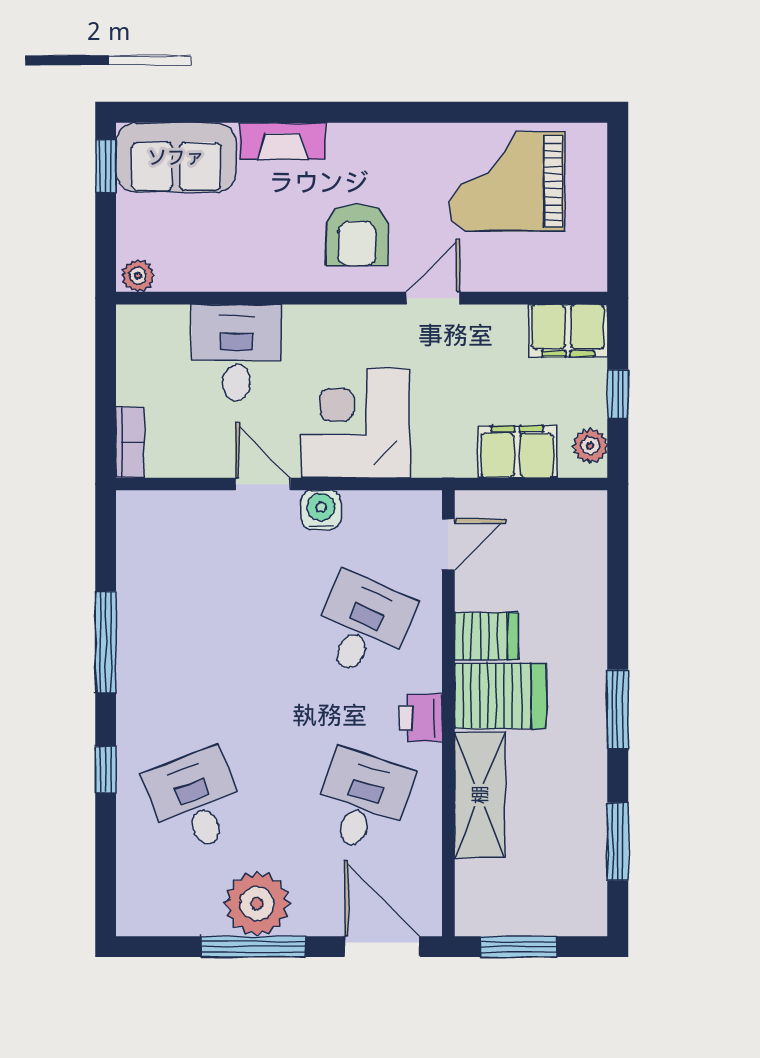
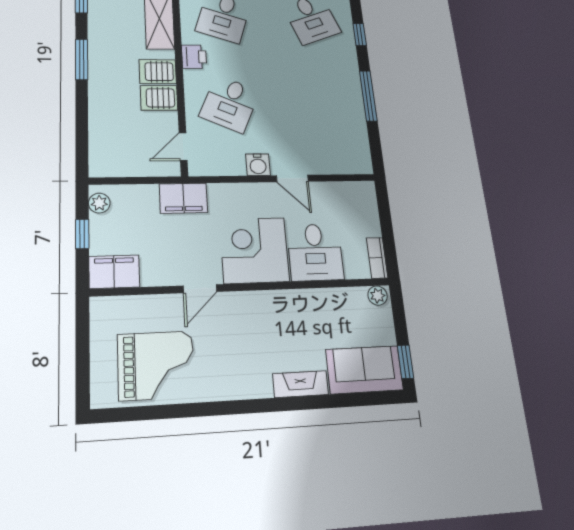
armchair: (357, 235) -> (249, 326), removed
corner desk: (355, 423) -> (254, 250), moved, turned 180
bookcase: (130, 443) -> (377, 258), moved
filing cabinet: (517, 452) -> (183, 198), moved
server rack: (500, 696) -> (158, 72), width x0.73, depth x0.70

